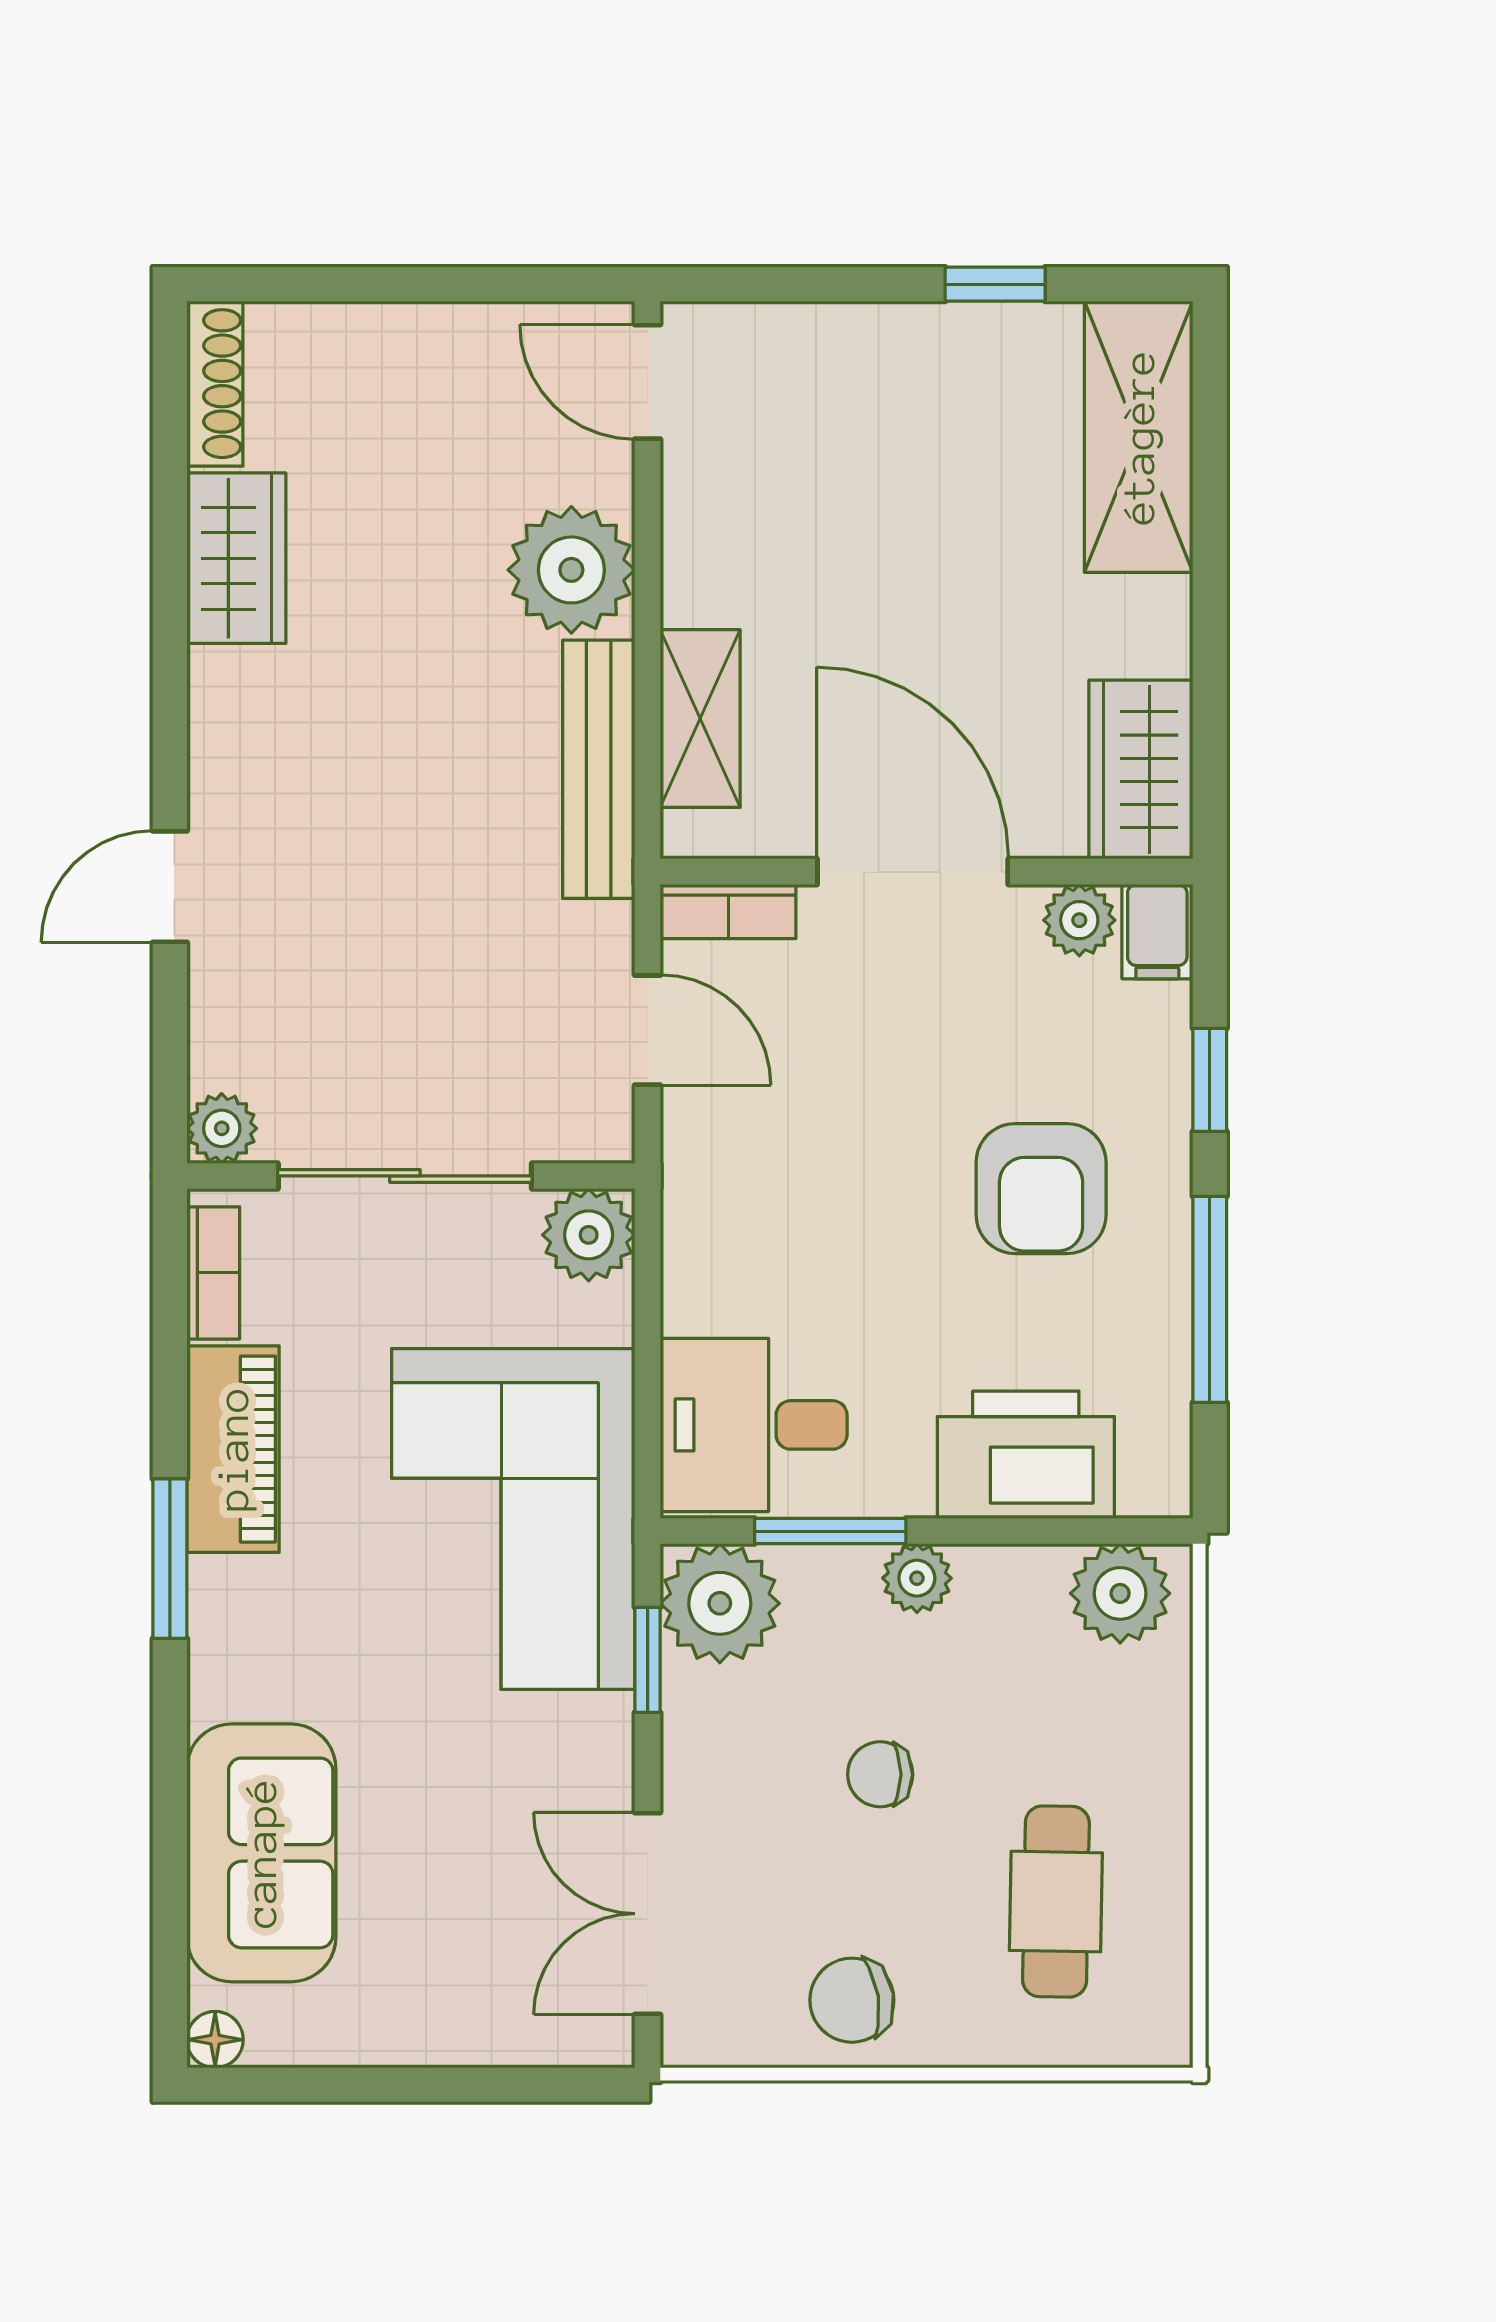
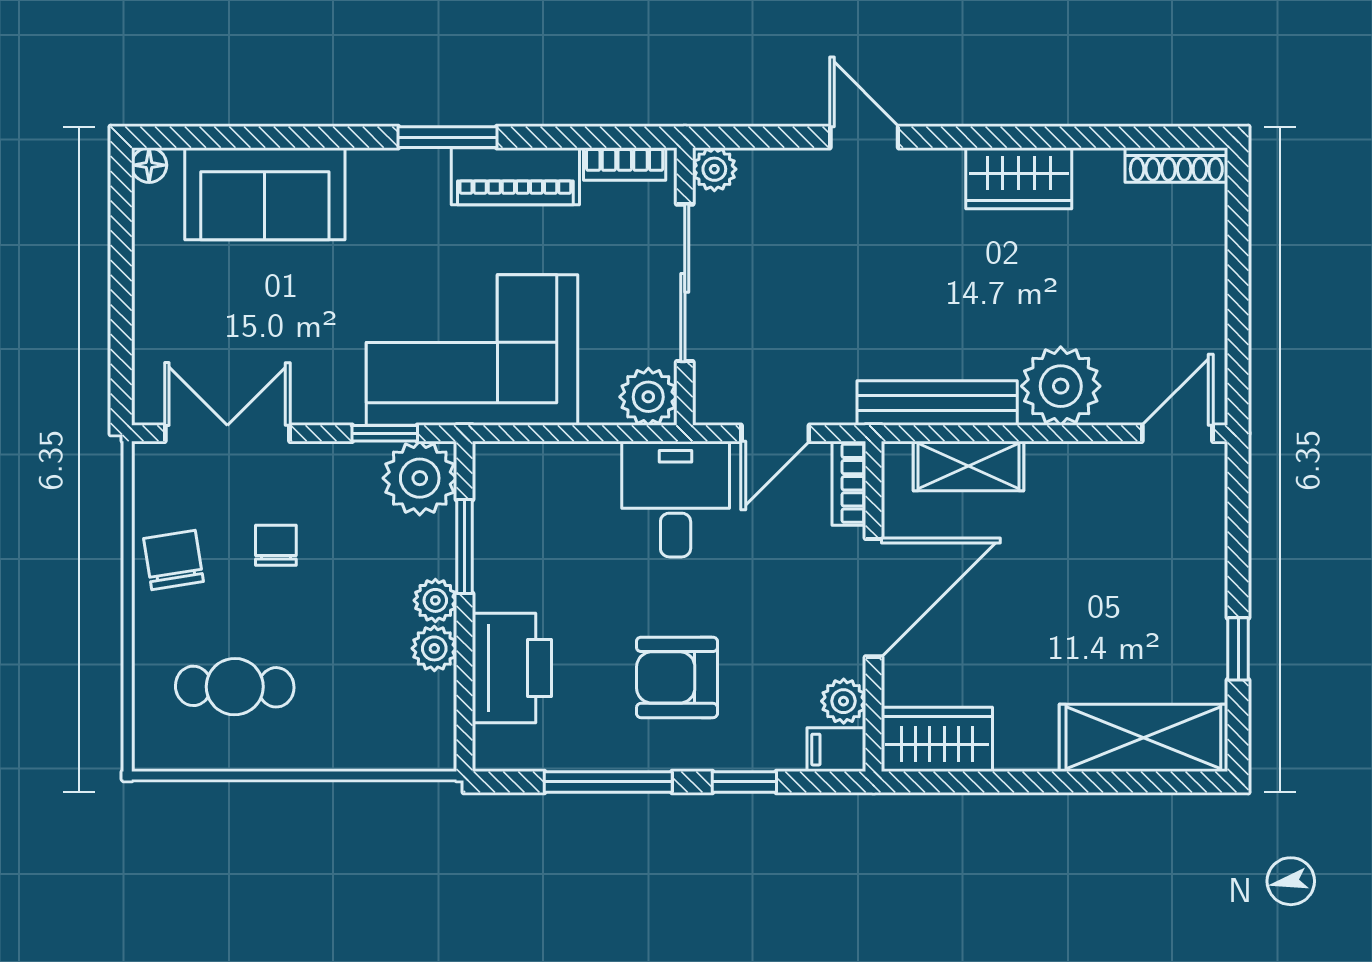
wardrobe: (236, 558) -> (1019, 178), moved
desk: (754, 1425) -> (676, 499), moved
plant: (1120, 1593) -> (434, 648), moved, width x0.73, depth x0.73
chair: (880, 1774) -> (276, 545), moved

